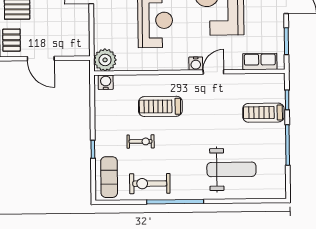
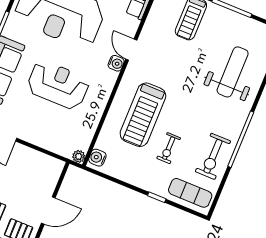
plant: (105, 60) -> (79, 156), width x0.53, depth x0.53
treadmill: (160, 106) -> (143, 115), width x1.37, depth x1.38
exercise bike: (141, 141) -> (169, 148), turned 180

